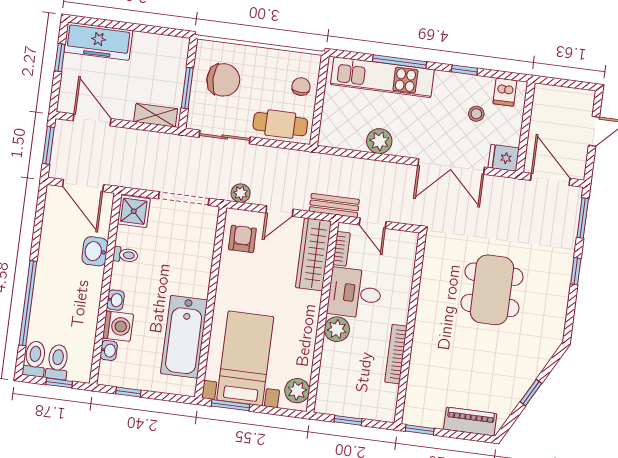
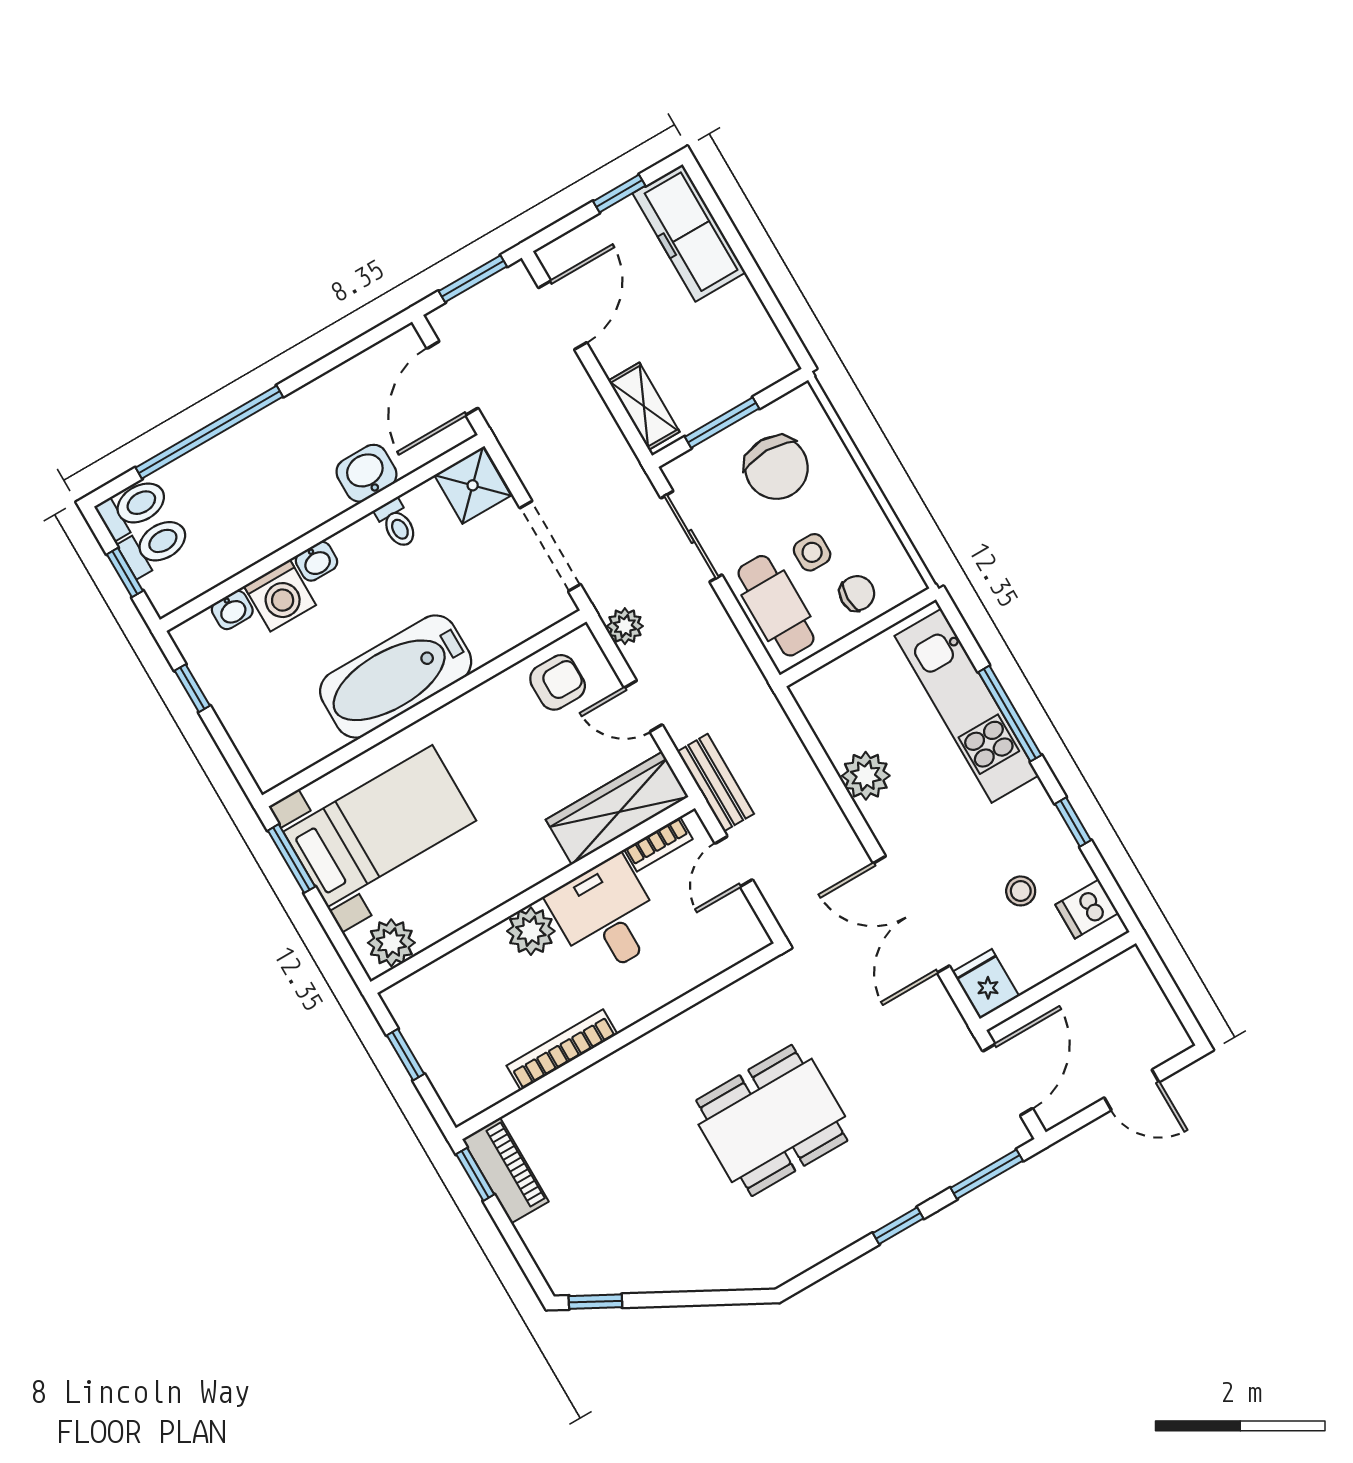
side table: (270, 92) -> (812, 552), added
bathtub: (184, 337) -> (396, 676), moved
window: (531, 393) -> (595, 1302), moved
piano: (470, 422) -> (505, 1170), moved

